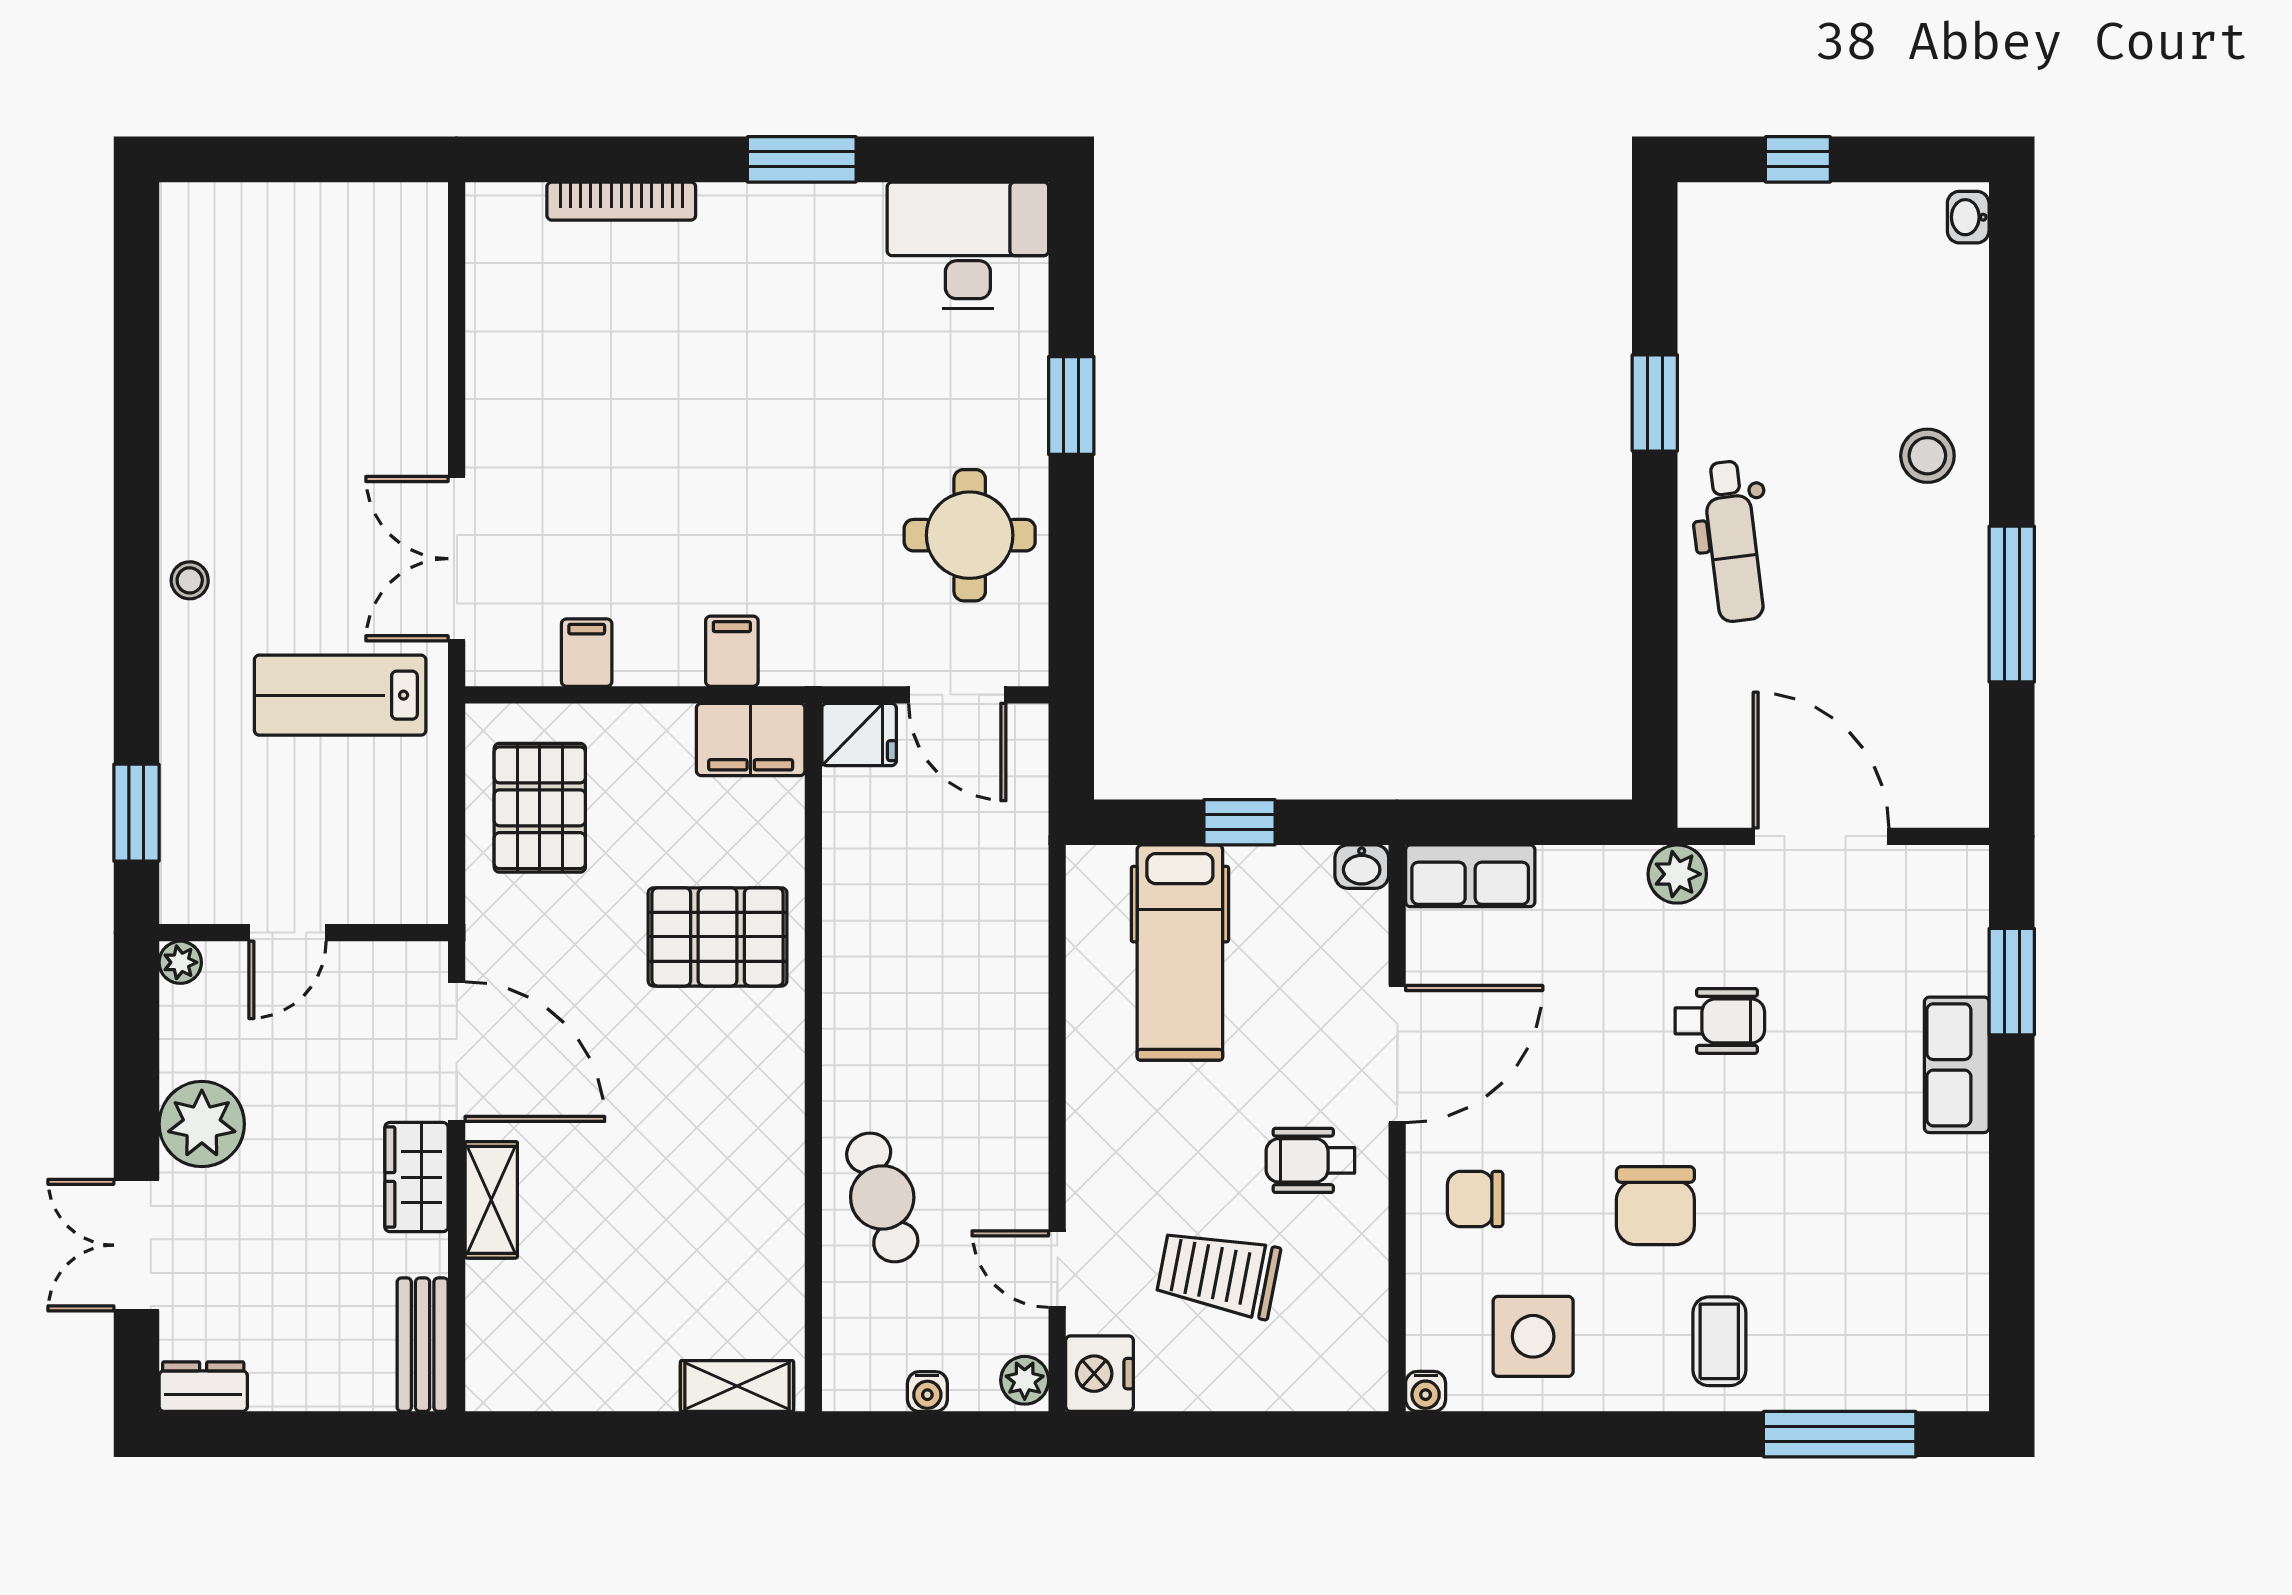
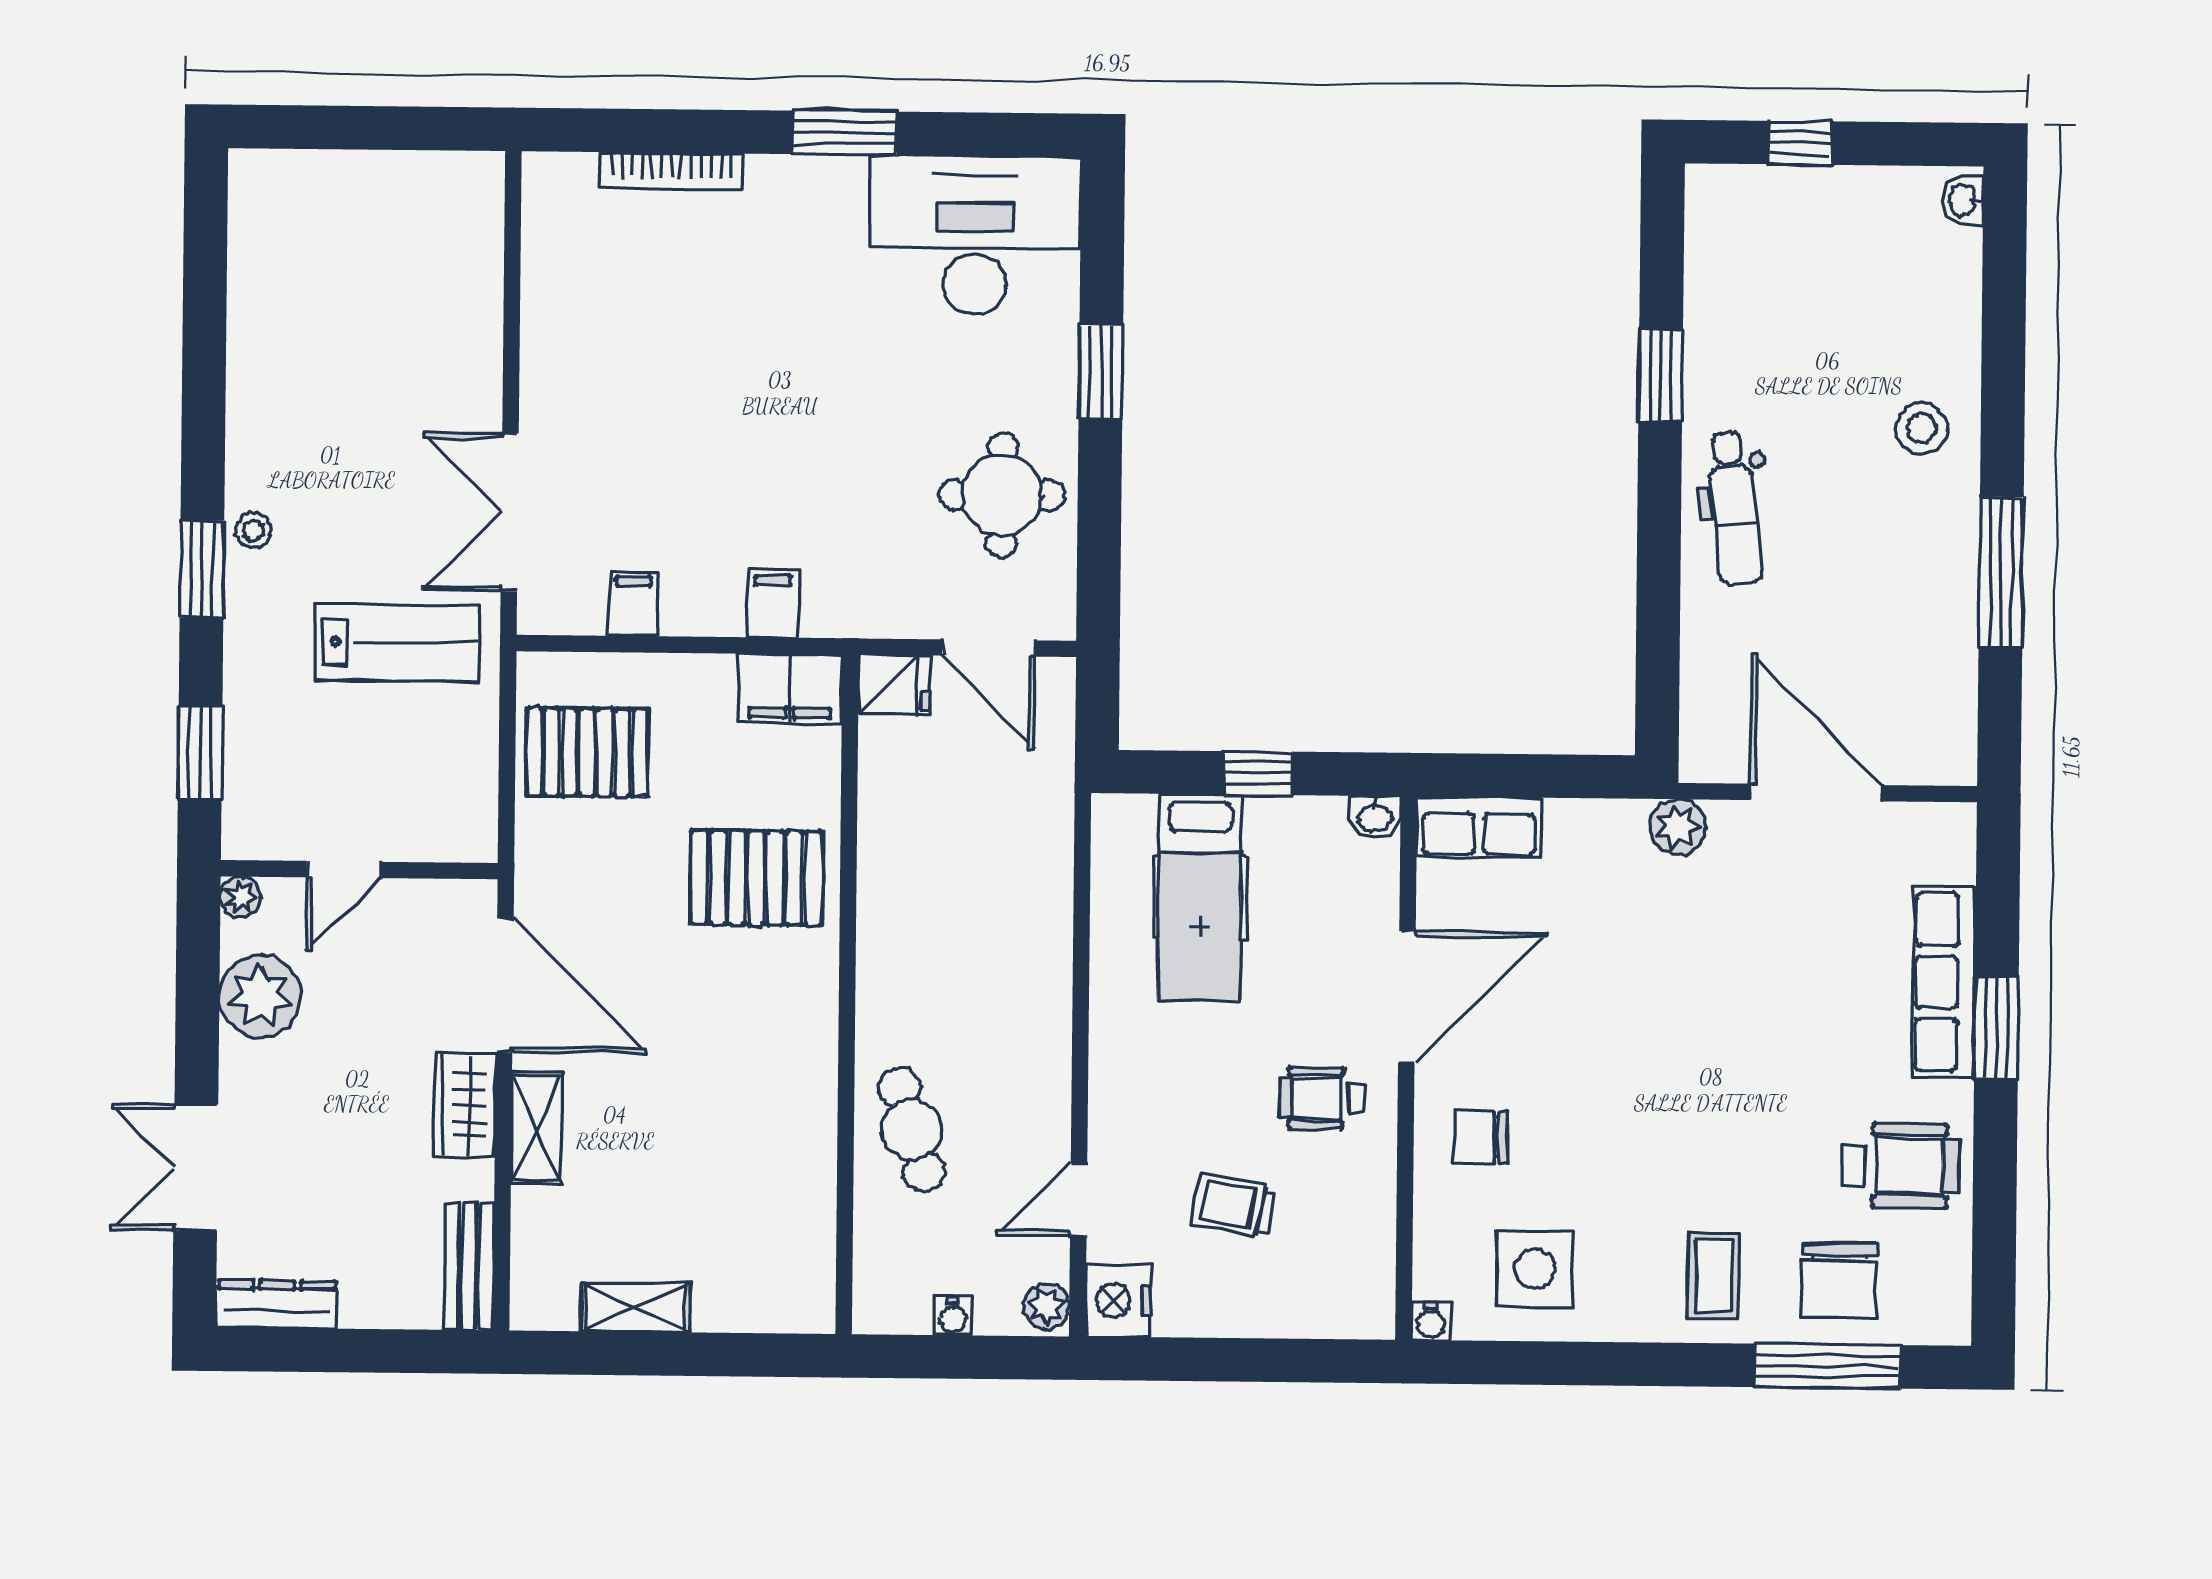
desk: (968, 245) -> (975, 235), width x1.36, depth x1.30
window: (136, 621) -> (202, 569), added
lab bench: (340, 695) -> (397, 642), turned 180
pallet: (540, 808) -> (587, 752), turned 90
window: (2012, 982) -> (1996, 1028), moved
wheelchair: (1720, 1021) -> (1900, 1166), moved, width x1.36, depth x1.37
row of seats: (1957, 1065) -> (1944, 982), width x1.48
plant: (202, 1124) -> (260, 996), moved
chair: (1655, 1206) -> (1839, 1281), moved
door: (1057, 1269) -> (1079, 1200), hinge flipped
trolley: (1218, 1273) -> (1233, 1206), width x0.73, depth x0.72
shelving: (737, 1386) -> (635, 1307), moved
dresser: (203, 1387) -> (277, 1304), width x1.44

